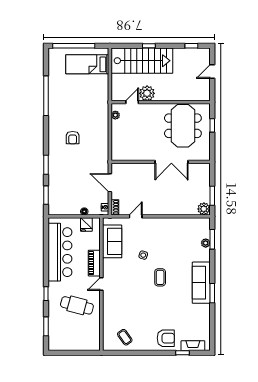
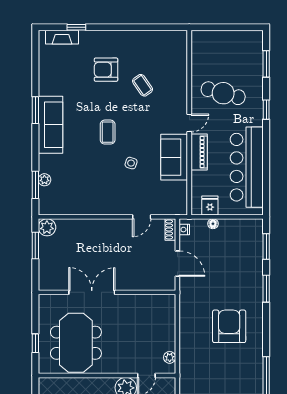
armchair: (73, 138) -> (229, 326), width x1.88, depth x1.88
sofa: (112, 241) -> (174, 157), moved
coffee table: (125, 337) -> (143, 85), moved
armchair: (166, 338) -> (106, 70), moved

